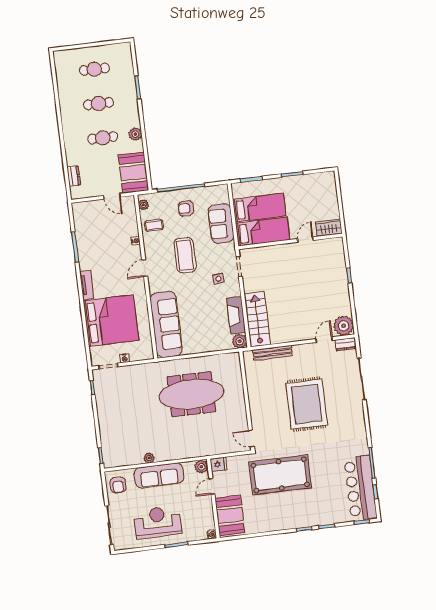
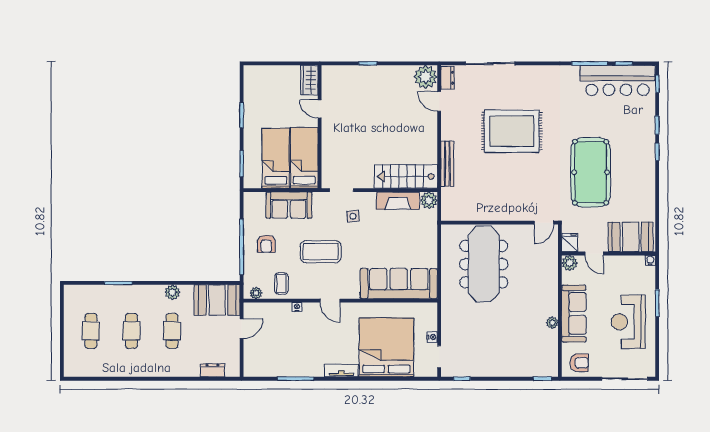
wall: (247, 401) -> (500, 223), moved
door: (251, 438) -> (544, 223), moved

